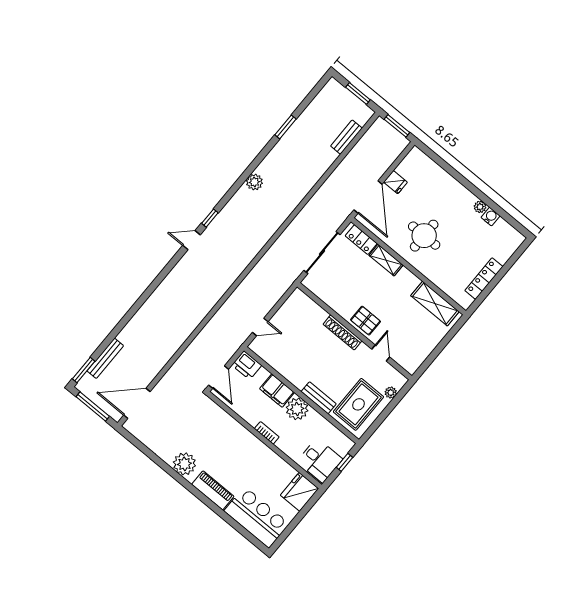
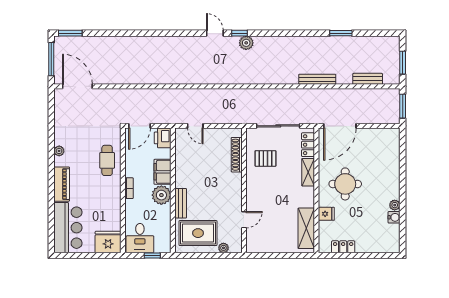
plant: (254, 182) -> (246, 43), moved
fridge: (395, 182) -> (326, 214), moved, turned -90
locker: (484, 279) -> (343, 247), width x0.66
pallet: (366, 321) -> (265, 158), moved, turned 90
shoe rack: (343, 332) -> (237, 155), moved
bench: (105, 358) -> (317, 79), moved
cafe table: (225, 432) -> (107, 160), added
plant: (184, 464) -> (59, 151), width x0.53, depth x0.53

